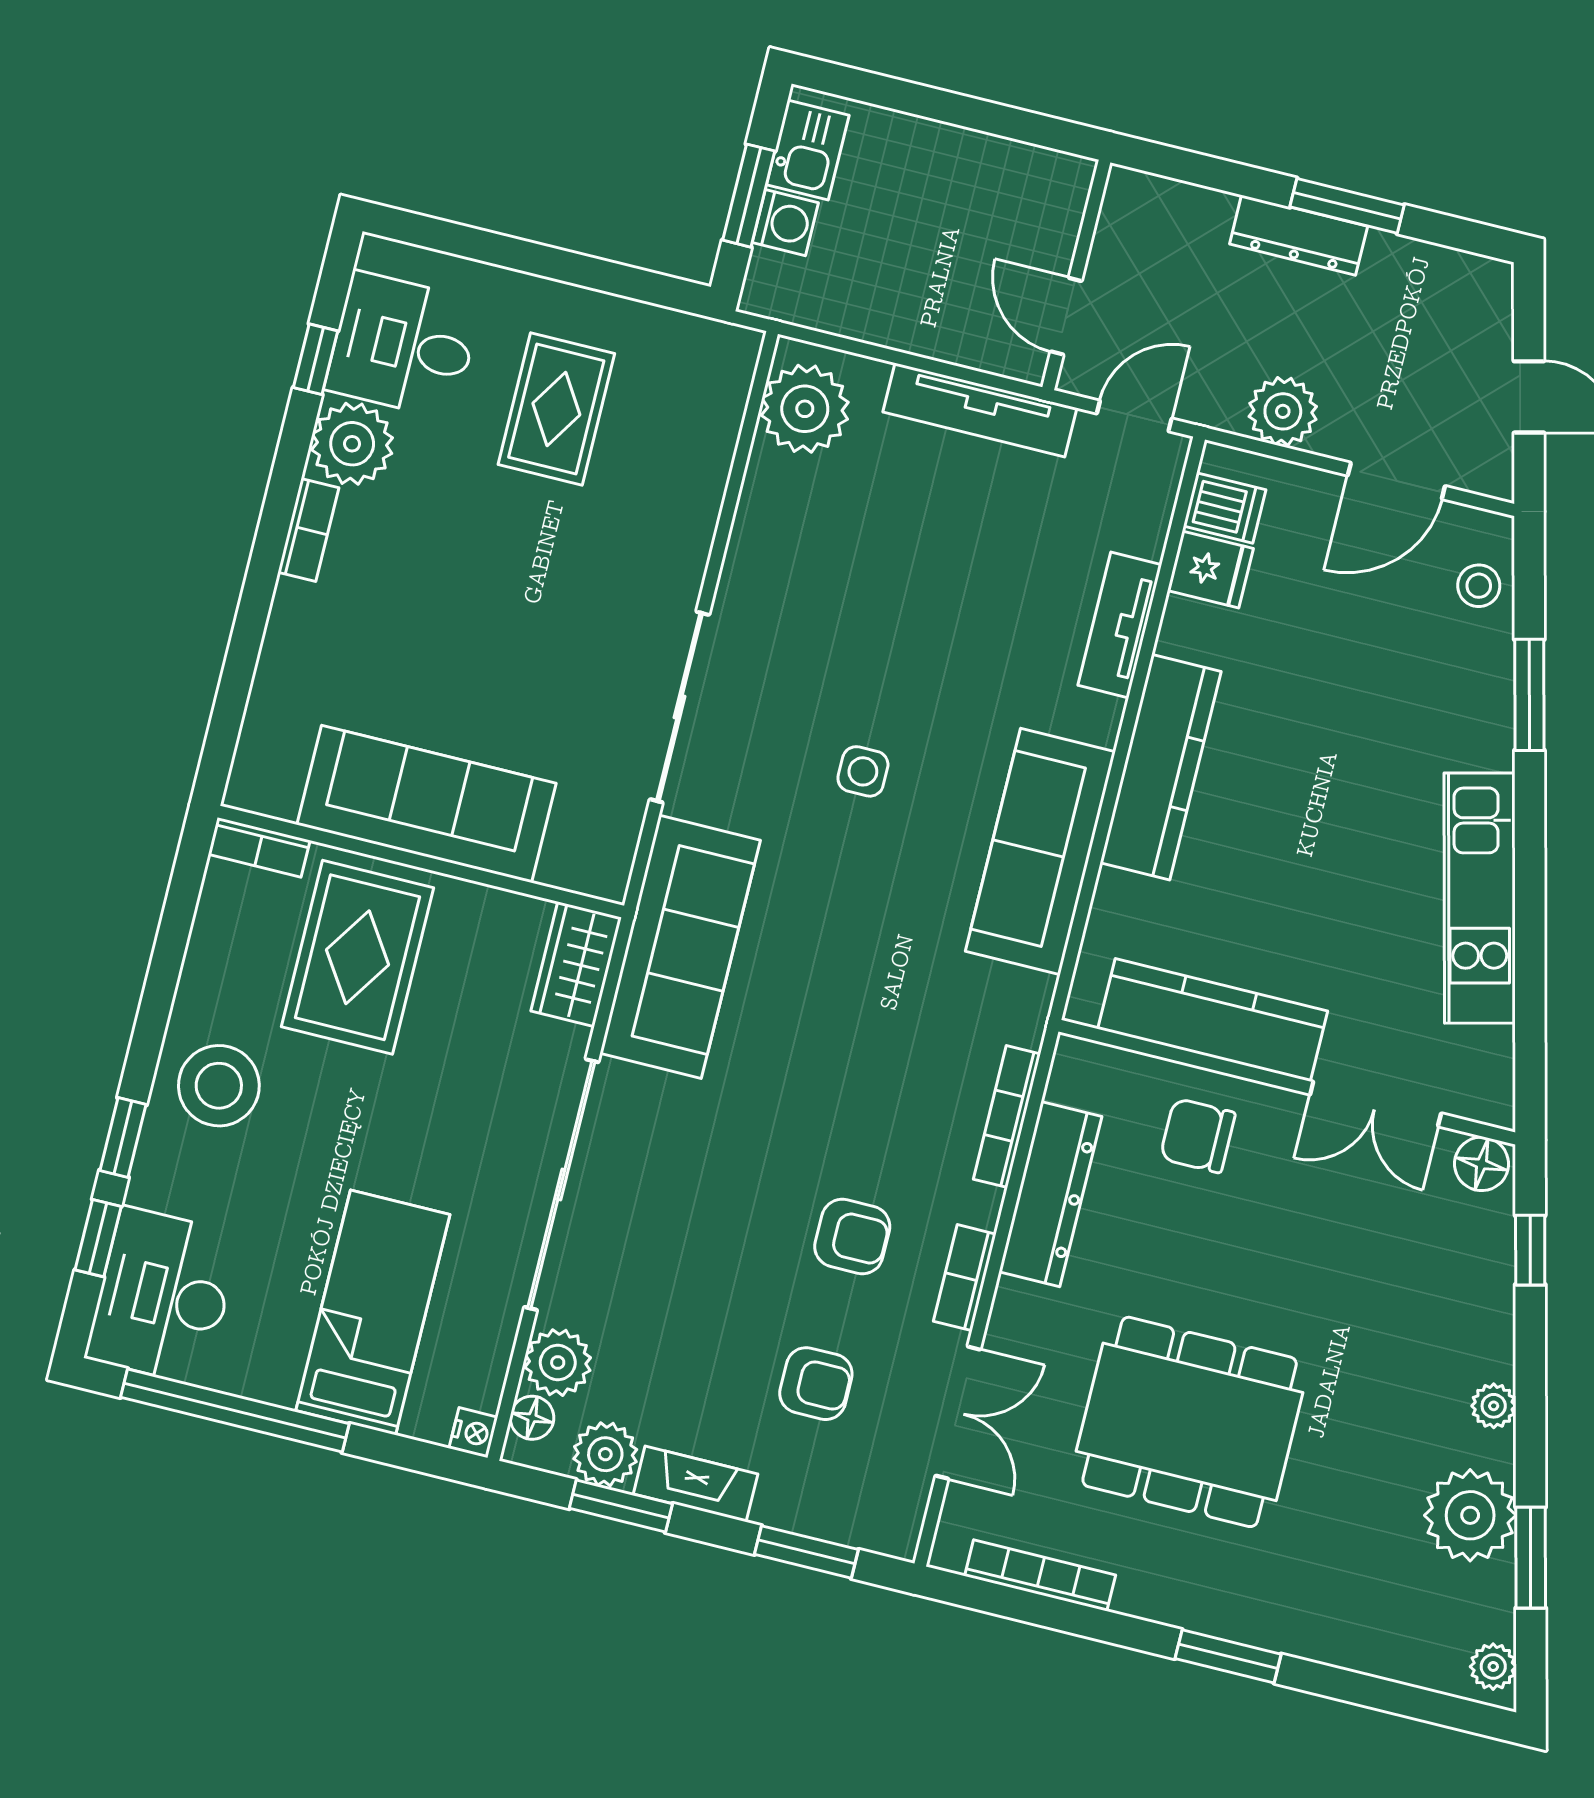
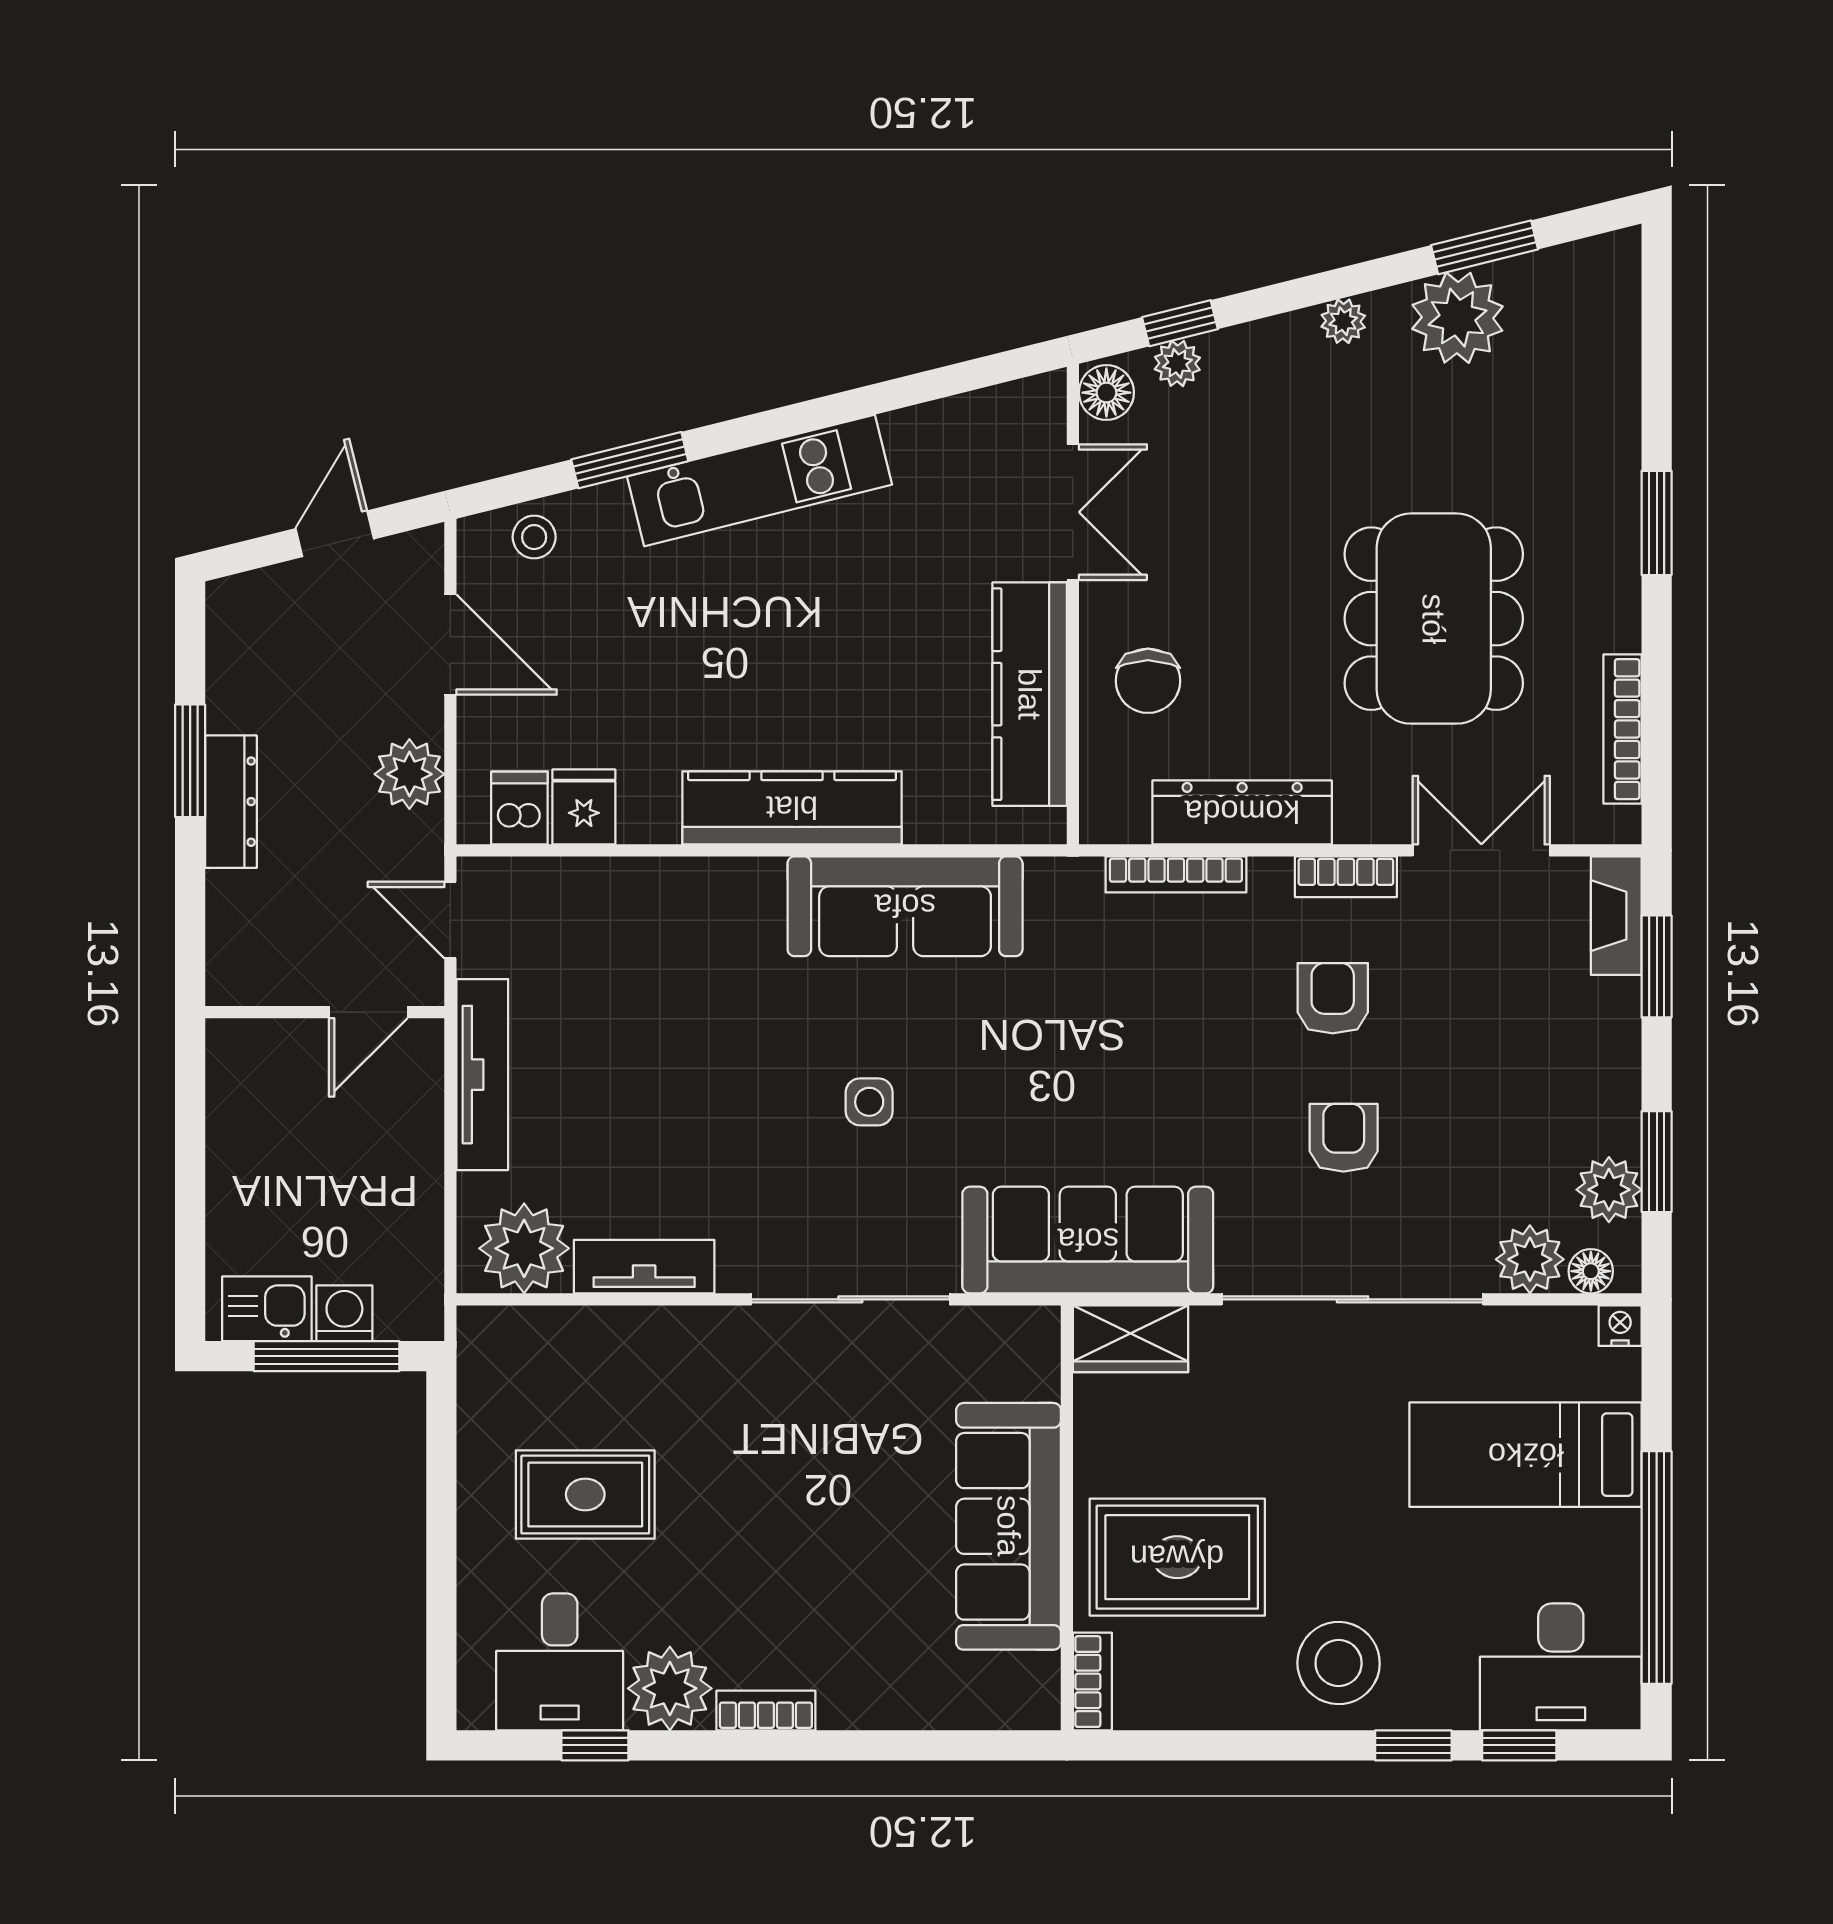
window: (749, 196) -> (327, 1356), width x1.44
tv unit: (1120, 625) -> (644, 1267), moved, turned 180
kitchen unit: (1480, 898) -> (760, 480), moved
armchair: (816, 1384) -> (1344, 1138), moved
fireplace: (696, 1484) -> (1616, 916), moved
plant: (1493, 1667) -> (1177, 363), moved

